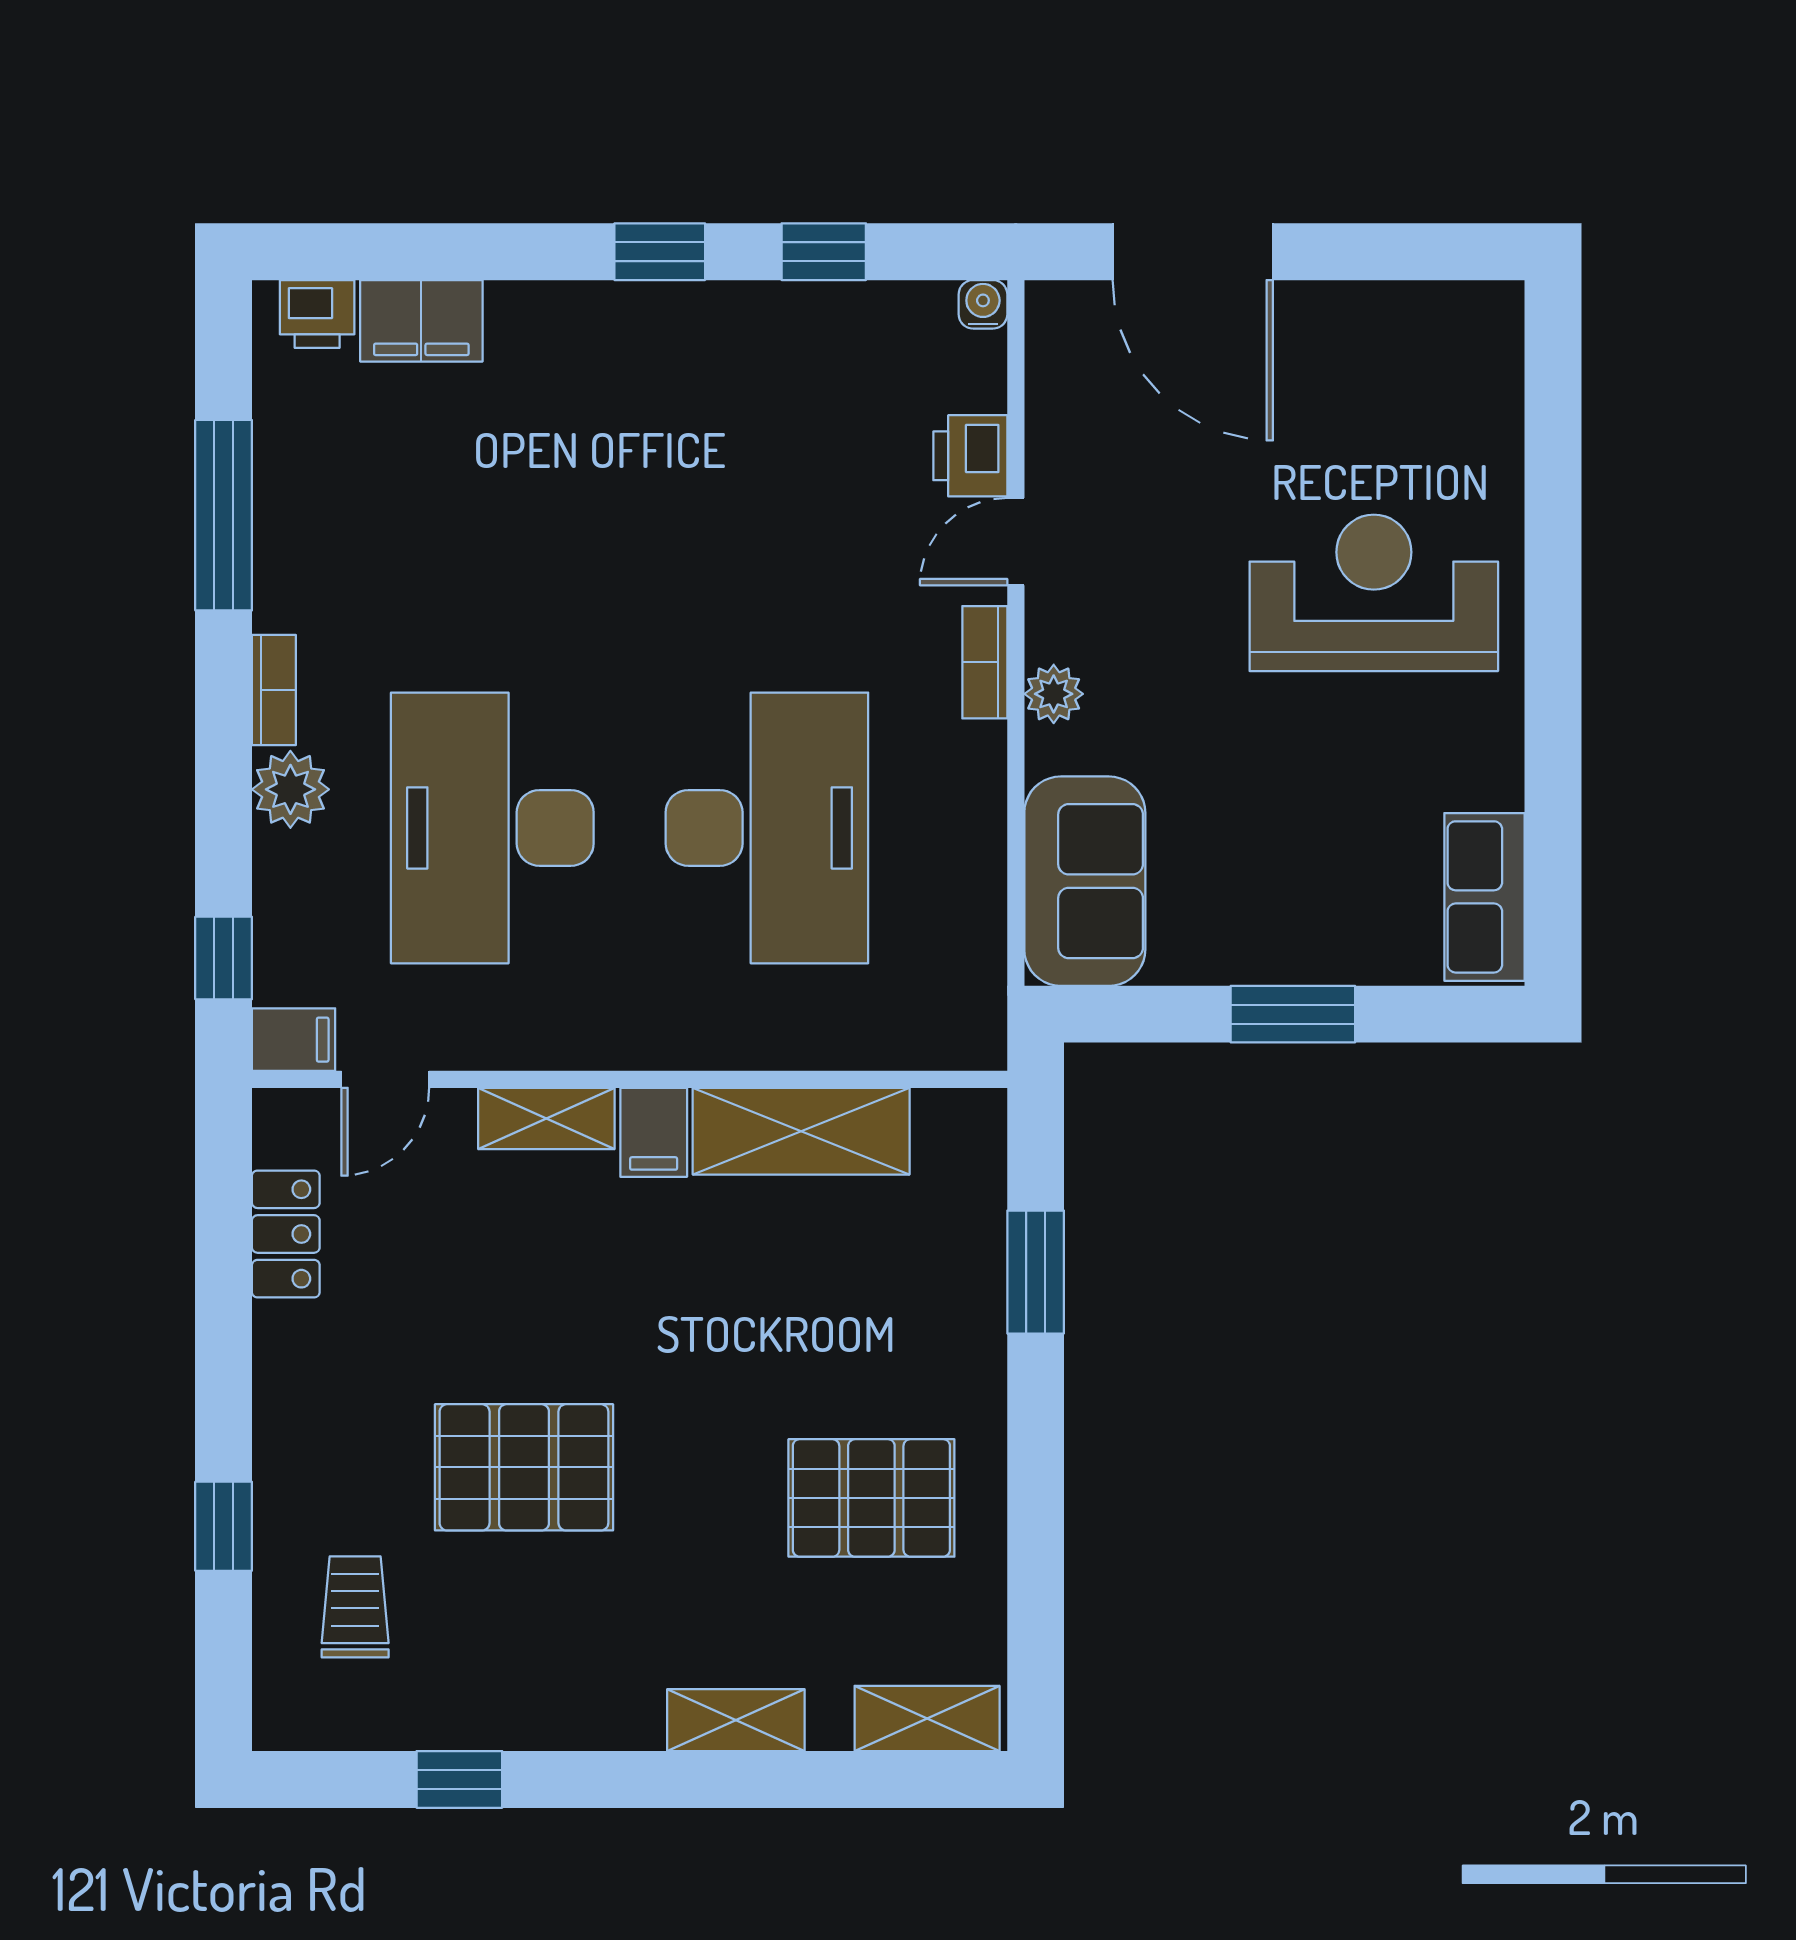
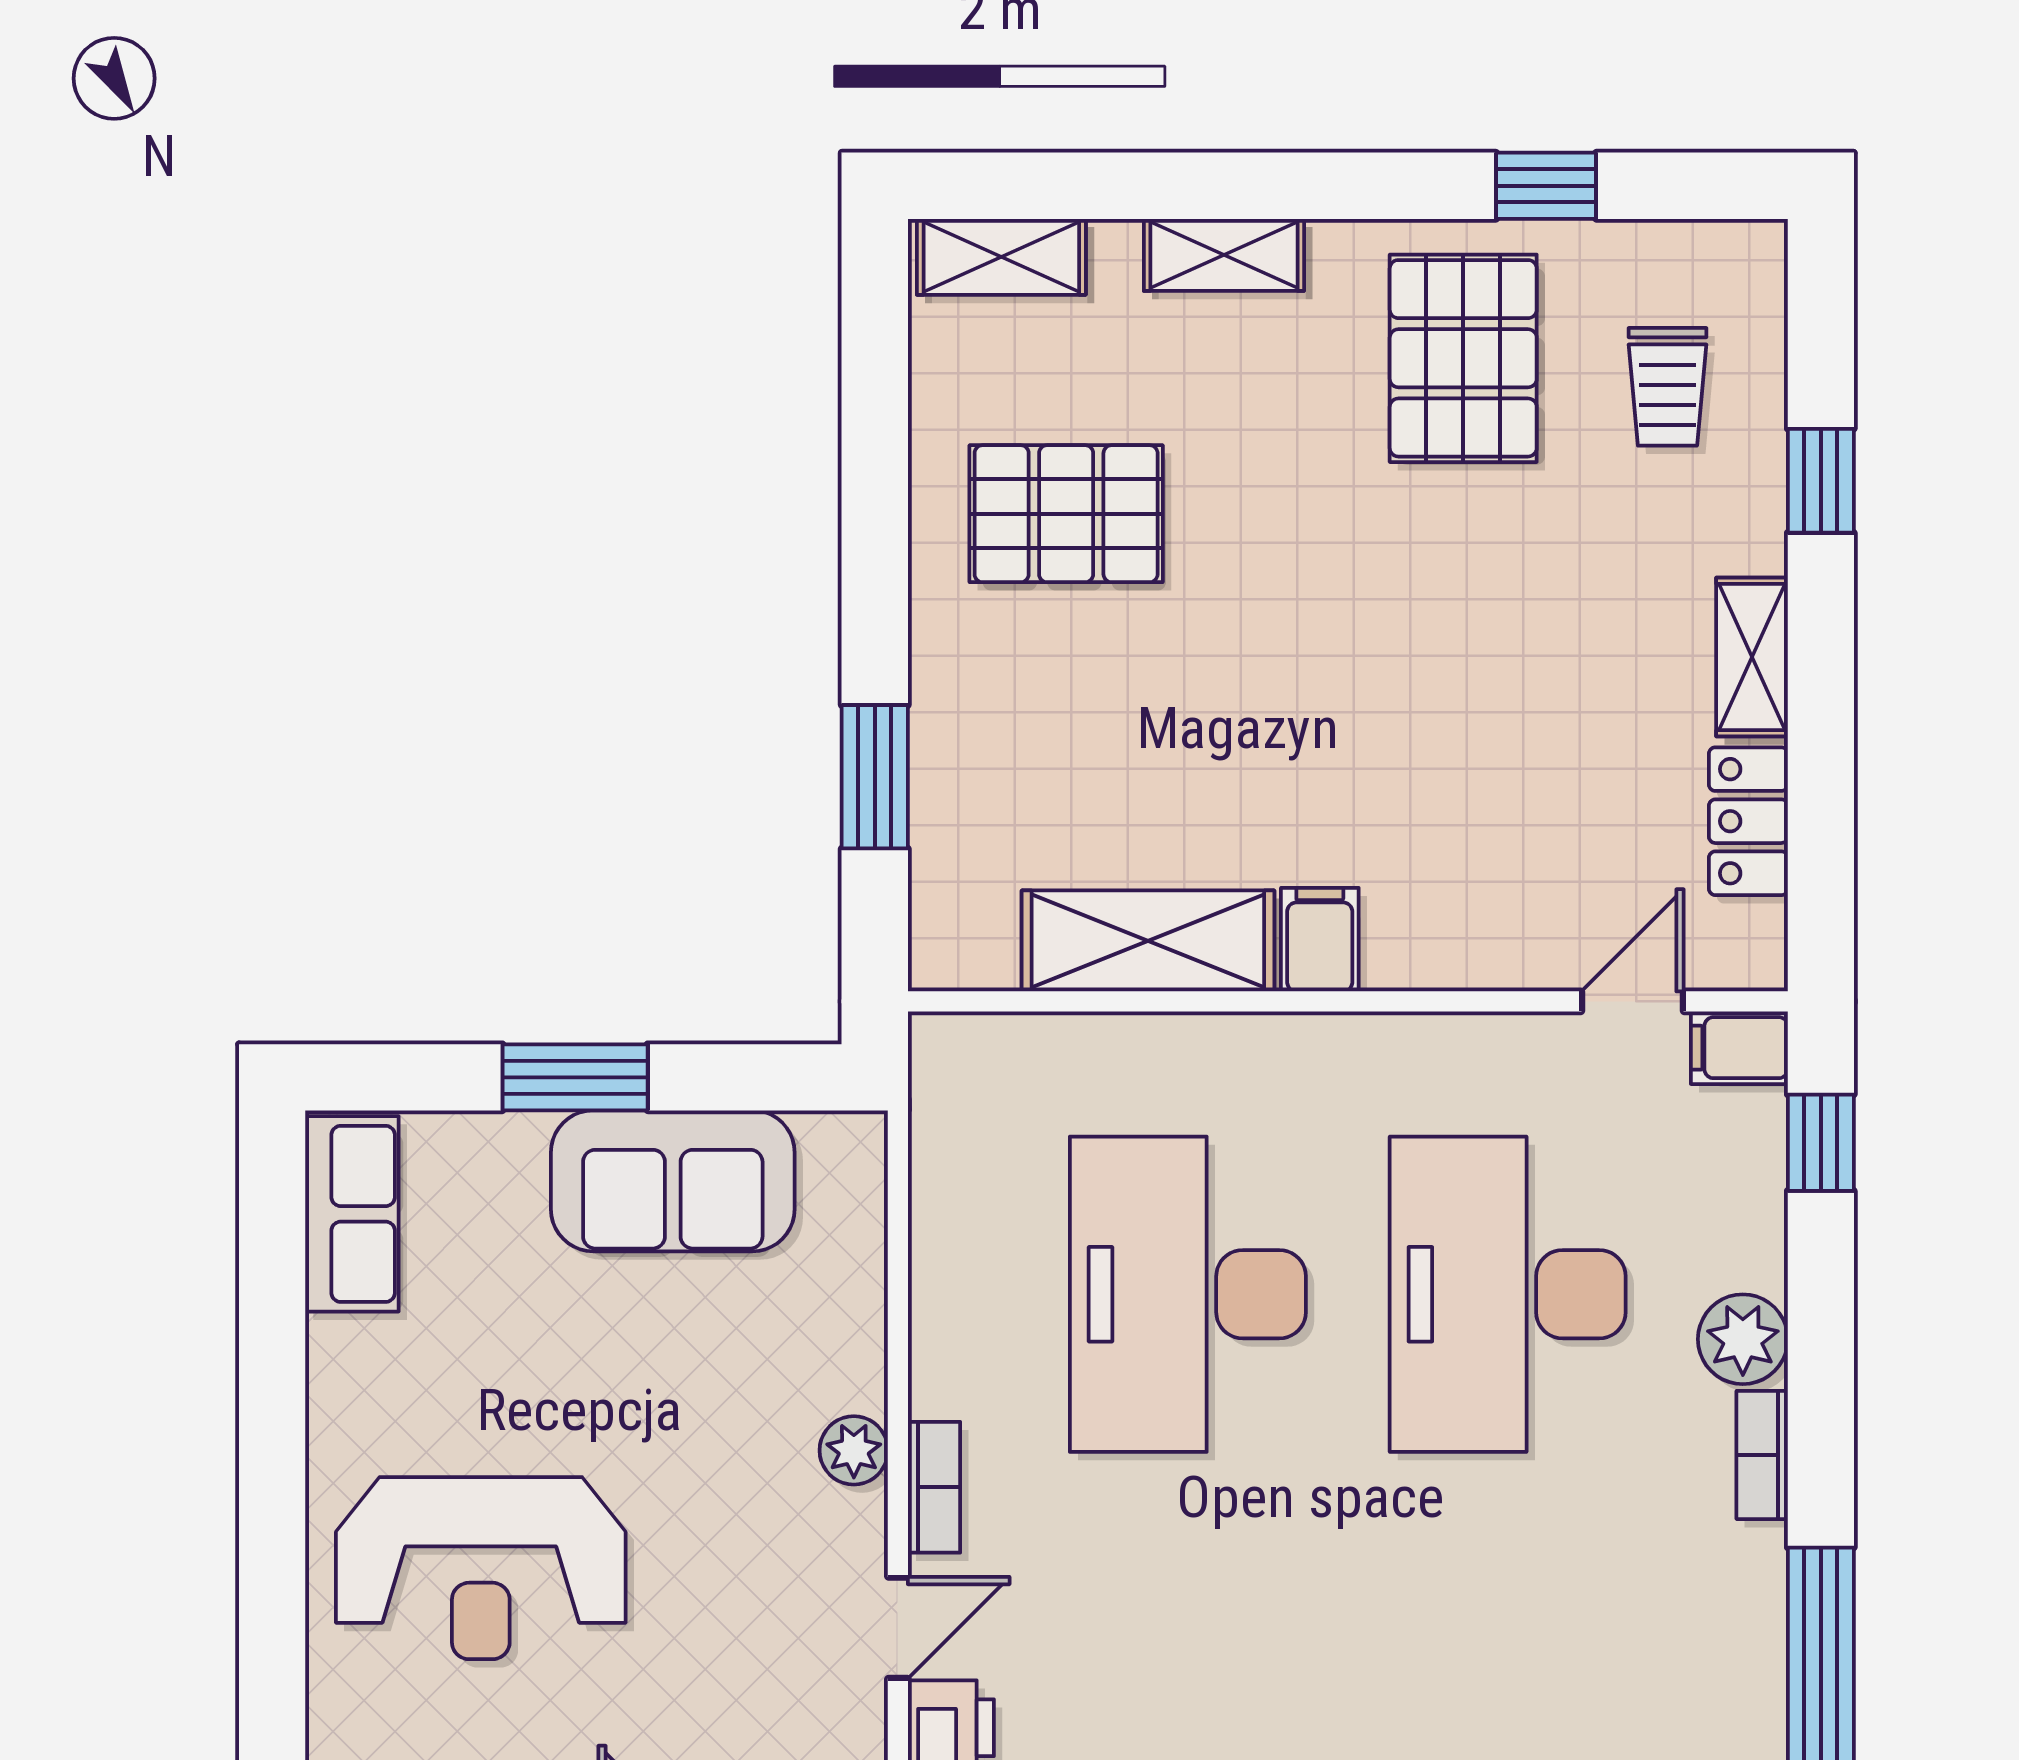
desk: (492, 828) -> (1508, 1294), turned 180
sofa: (1085, 881) -> (673, 1181), moved, turned -90
shelving: (546, 1119) -> (1752, 657), moved, turned 90
pallet: (524, 1467) -> (1463, 358), moved, turned 90

